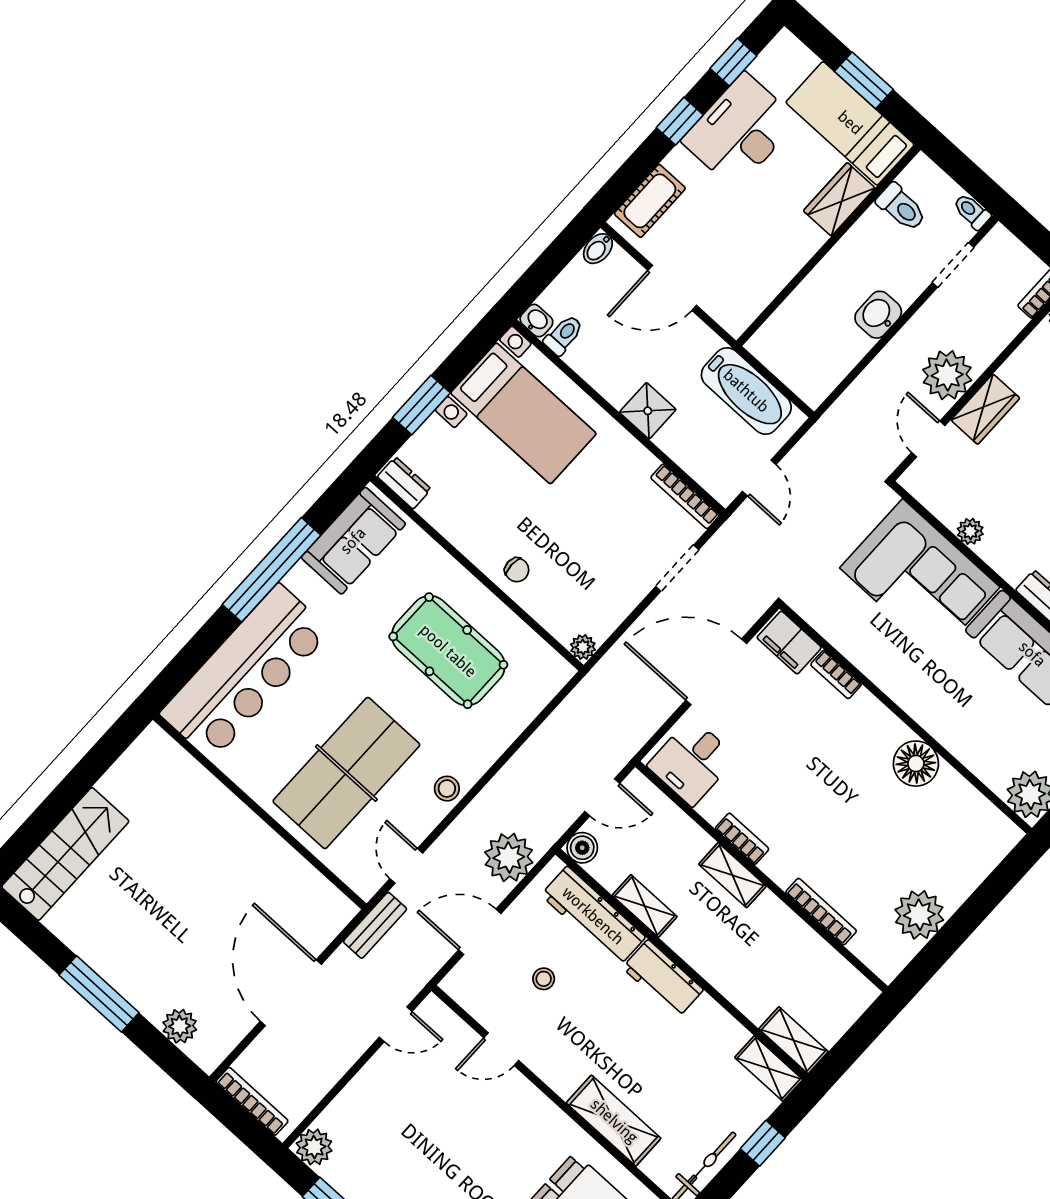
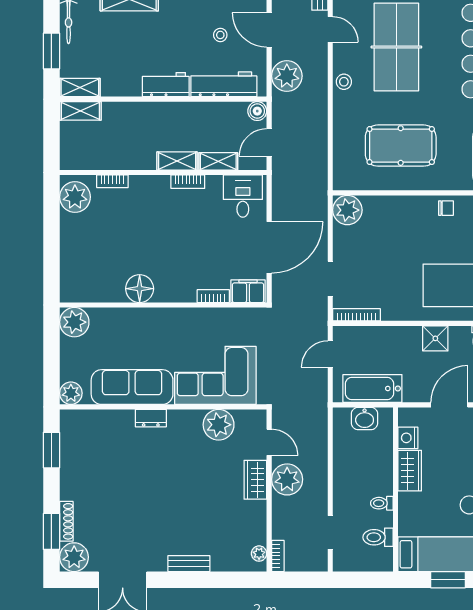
wardrobe: (839, 199) -> (410, 471), moved
toilet: (972, 211) -> (382, 503), moved, turned 180
nightstand: (758, 293) -> (408, 438), added
washbasin: (878, 315) -> (365, 418), moved, turned 90
shower: (648, 411) -> (435, 338), moved
door: (759, 478) -> (330, 354), hinge flipped
plant: (970, 531) -> (219, 425), width x1.87, depth x1.87
chair: (517, 570) -> (446, 208), moved, turned 180
plant: (583, 647) -> (347, 210), width x1.88, depth x1.88
shelving: (645, 906) -> (218, 161), moved
bookcase: (821, 912) -> (112, 181), width x0.64
plant: (919, 915) -> (75, 197), moved
door: (480, 932) -> (269, 30), swing flipped
window: (763, 1143) -> (51, 51), width x1.50

